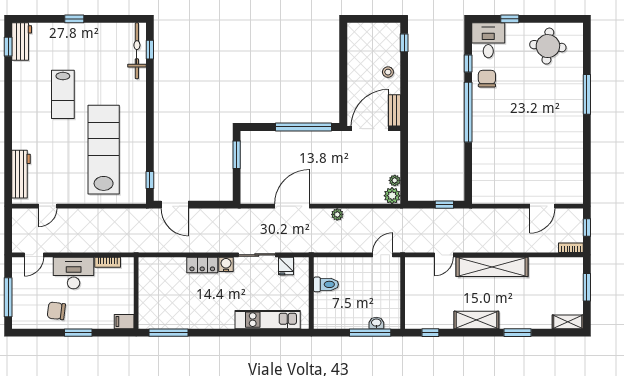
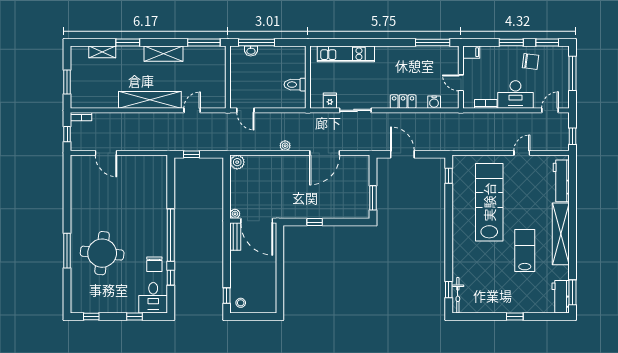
window: (559, 19) -> (91, 317), added
round table: (548, 46) -> (102, 253), moved, width x1.36, depth x1.36
window: (8, 47) -> (573, 292), width x1.50
bicycle: (137, 51) -> (458, 295), width x0.73, depth x0.71
stool: (388, 72) -> (241, 303), moved
shelving: (22, 114) -> (561, 234), added
window: (304, 127) -> (315, 222), width x0.32
door: (370, 129) -> (257, 221), hinge flipped
lab bench: (104, 150) -> (489, 202), turned 180
plant: (395, 180) -> (235, 214), moved
door: (175, 205) -> (402, 154), moved
door: (48, 206) -> (522, 153), moved
door: (542, 206) -> (106, 153), swing flipped
window: (8, 225) -> (573, 136), added
door: (383, 255) -> (245, 110), hinge flipped
water cooler: (226, 264) -> (434, 102), moved
door: (136, 286) -> (461, 83), added
shelving: (568, 322) -> (102, 52), moved
window: (37, 333) -> (547, 42), added
window: (430, 333) -> (204, 42), width x2.17

